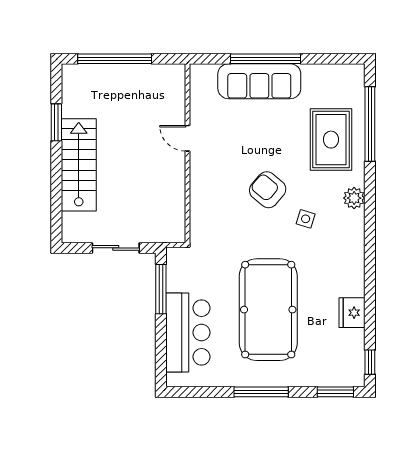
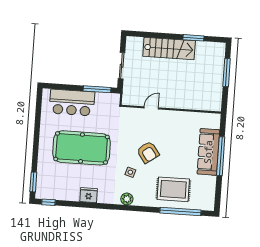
window: (115, 59) -> (227, 72), width x0.68
door: (187, 138) -> (151, 108), moved
armchair: (268, 190) -> (148, 152), turned 104
plant: (354, 198) -> (127, 199), moved
fridge: (352, 313) -> (89, 195), moved
window: (261, 392) -> (36, 141), removed

